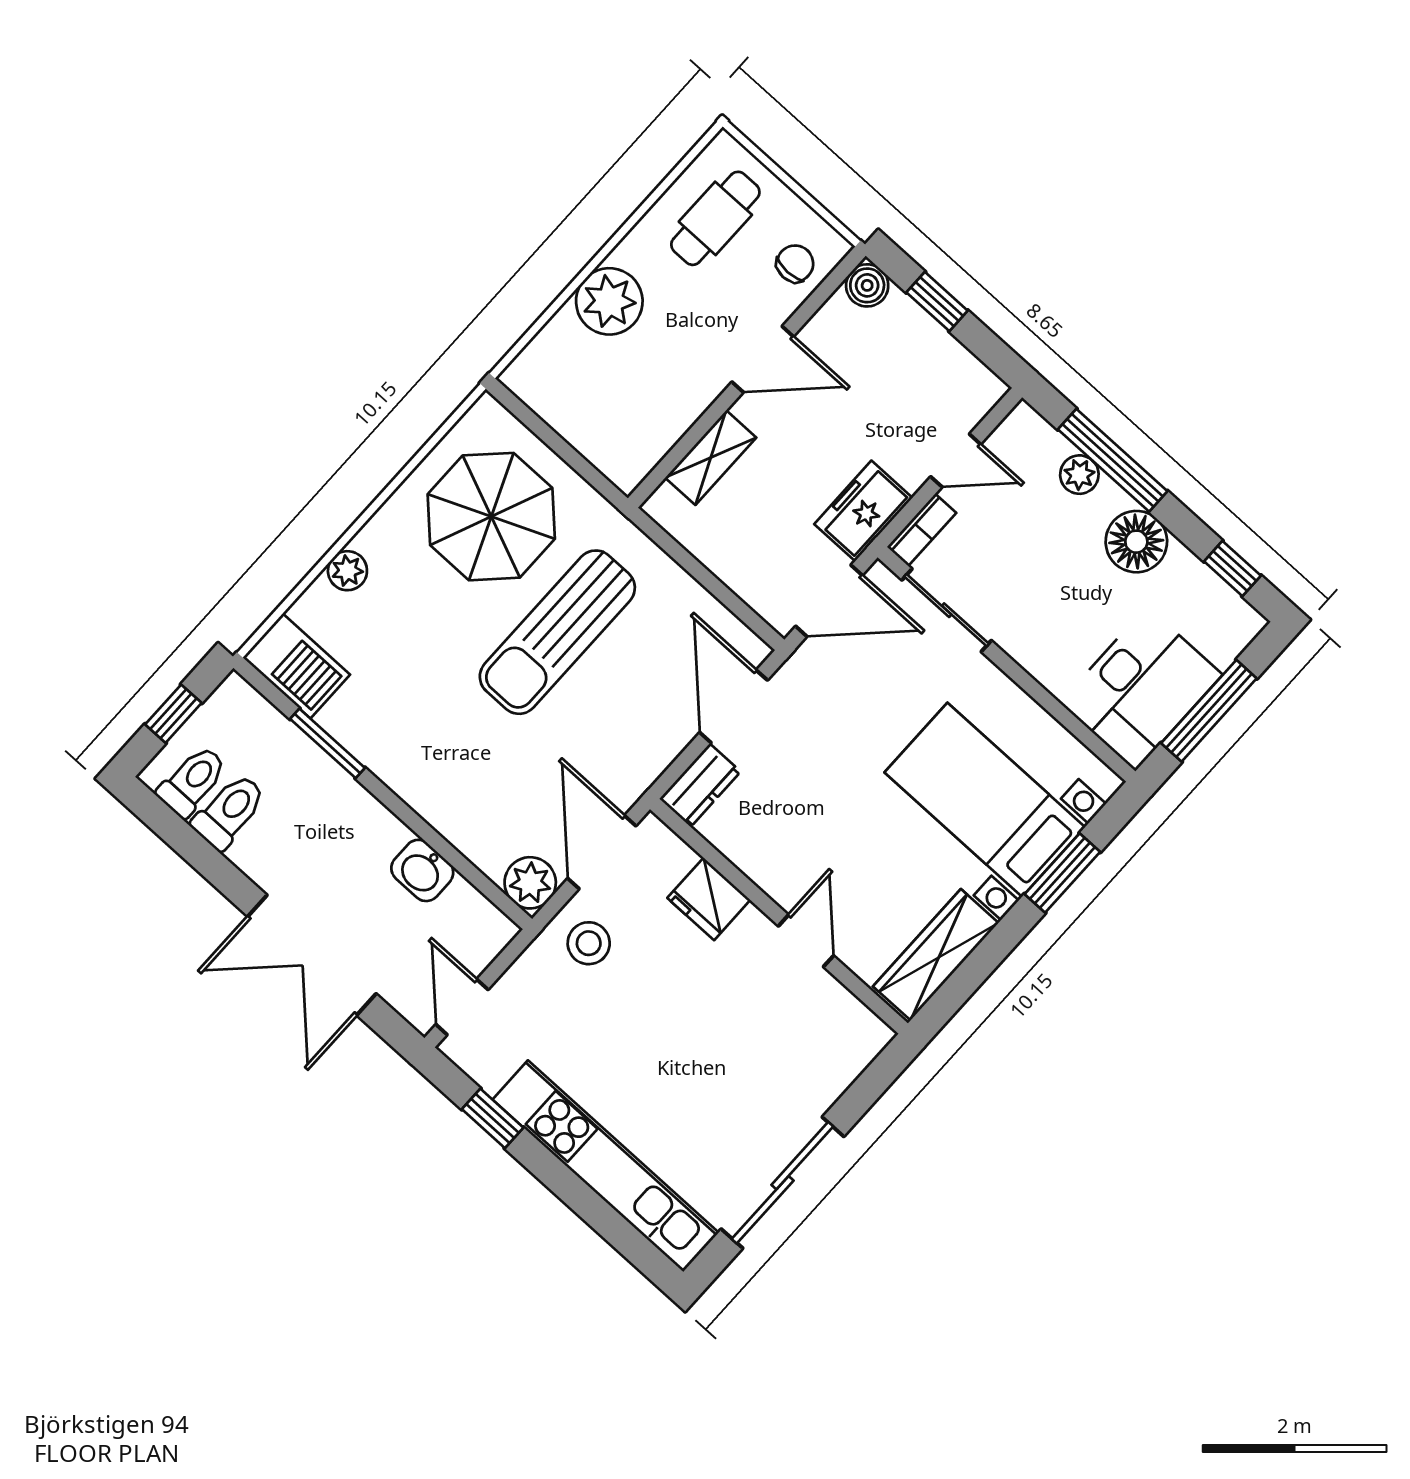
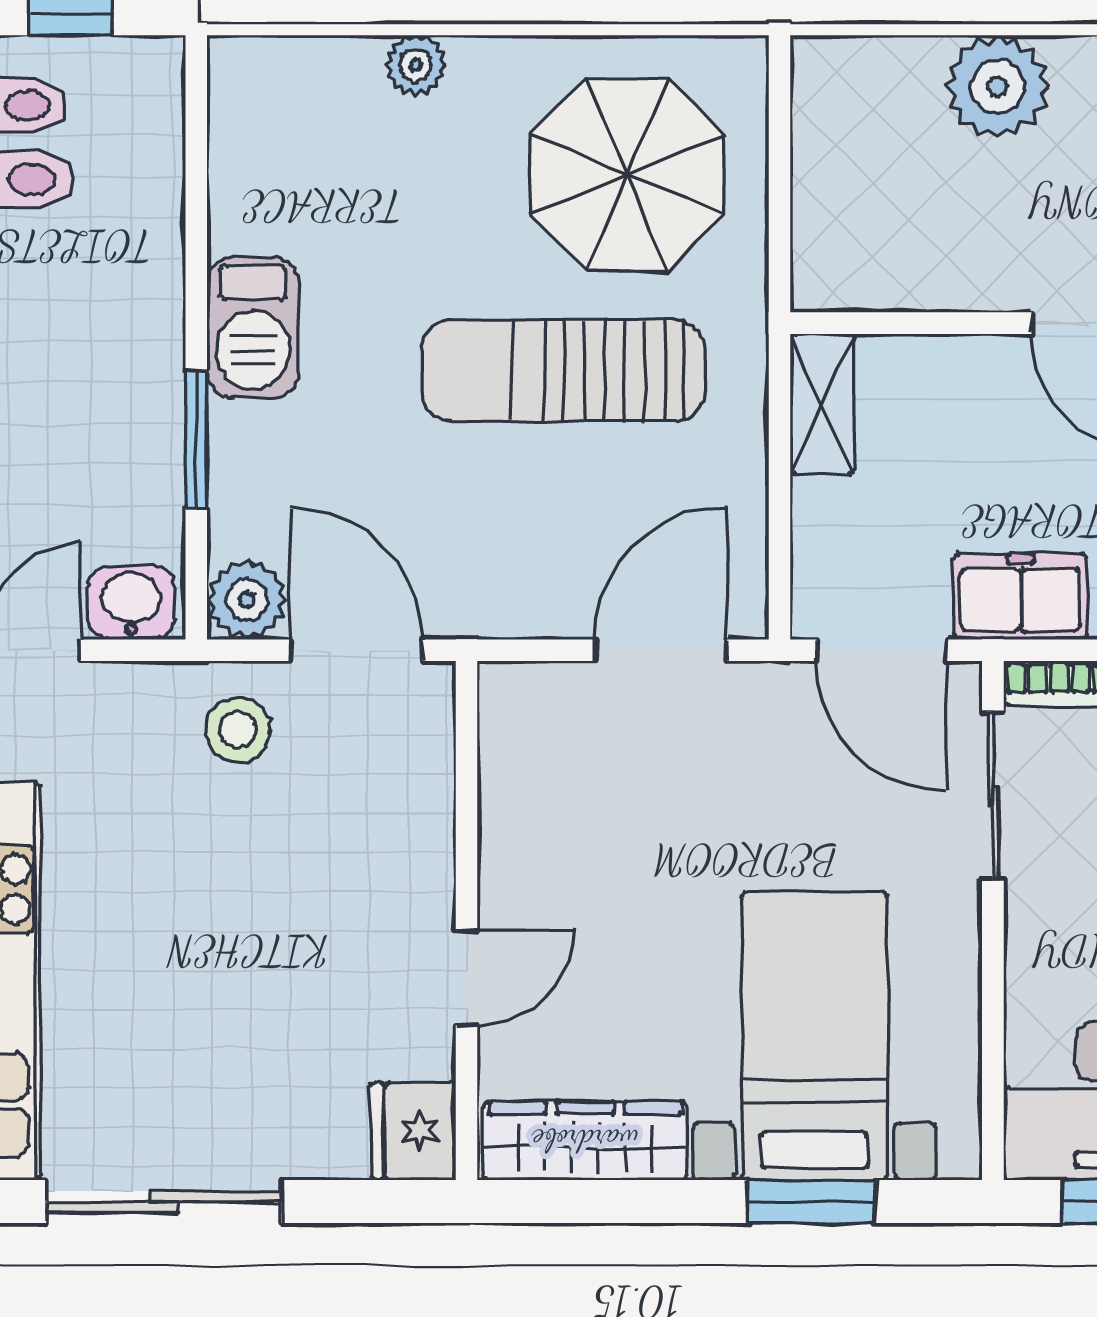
shelving: (711, 458) -> (822, 404), moved, turned 90
barbecue: (296, 666) -> (253, 327), moved
window: (327, 743) -> (196, 439), moved
dresser: (700, 785) -> (535, 694), removed
door: (602, 852) -> (356, 650), hinge flipped
washbasin: (422, 870) -> (131, 603), moved, turned 90
fridge: (709, 899) -> (414, 1131), moved

